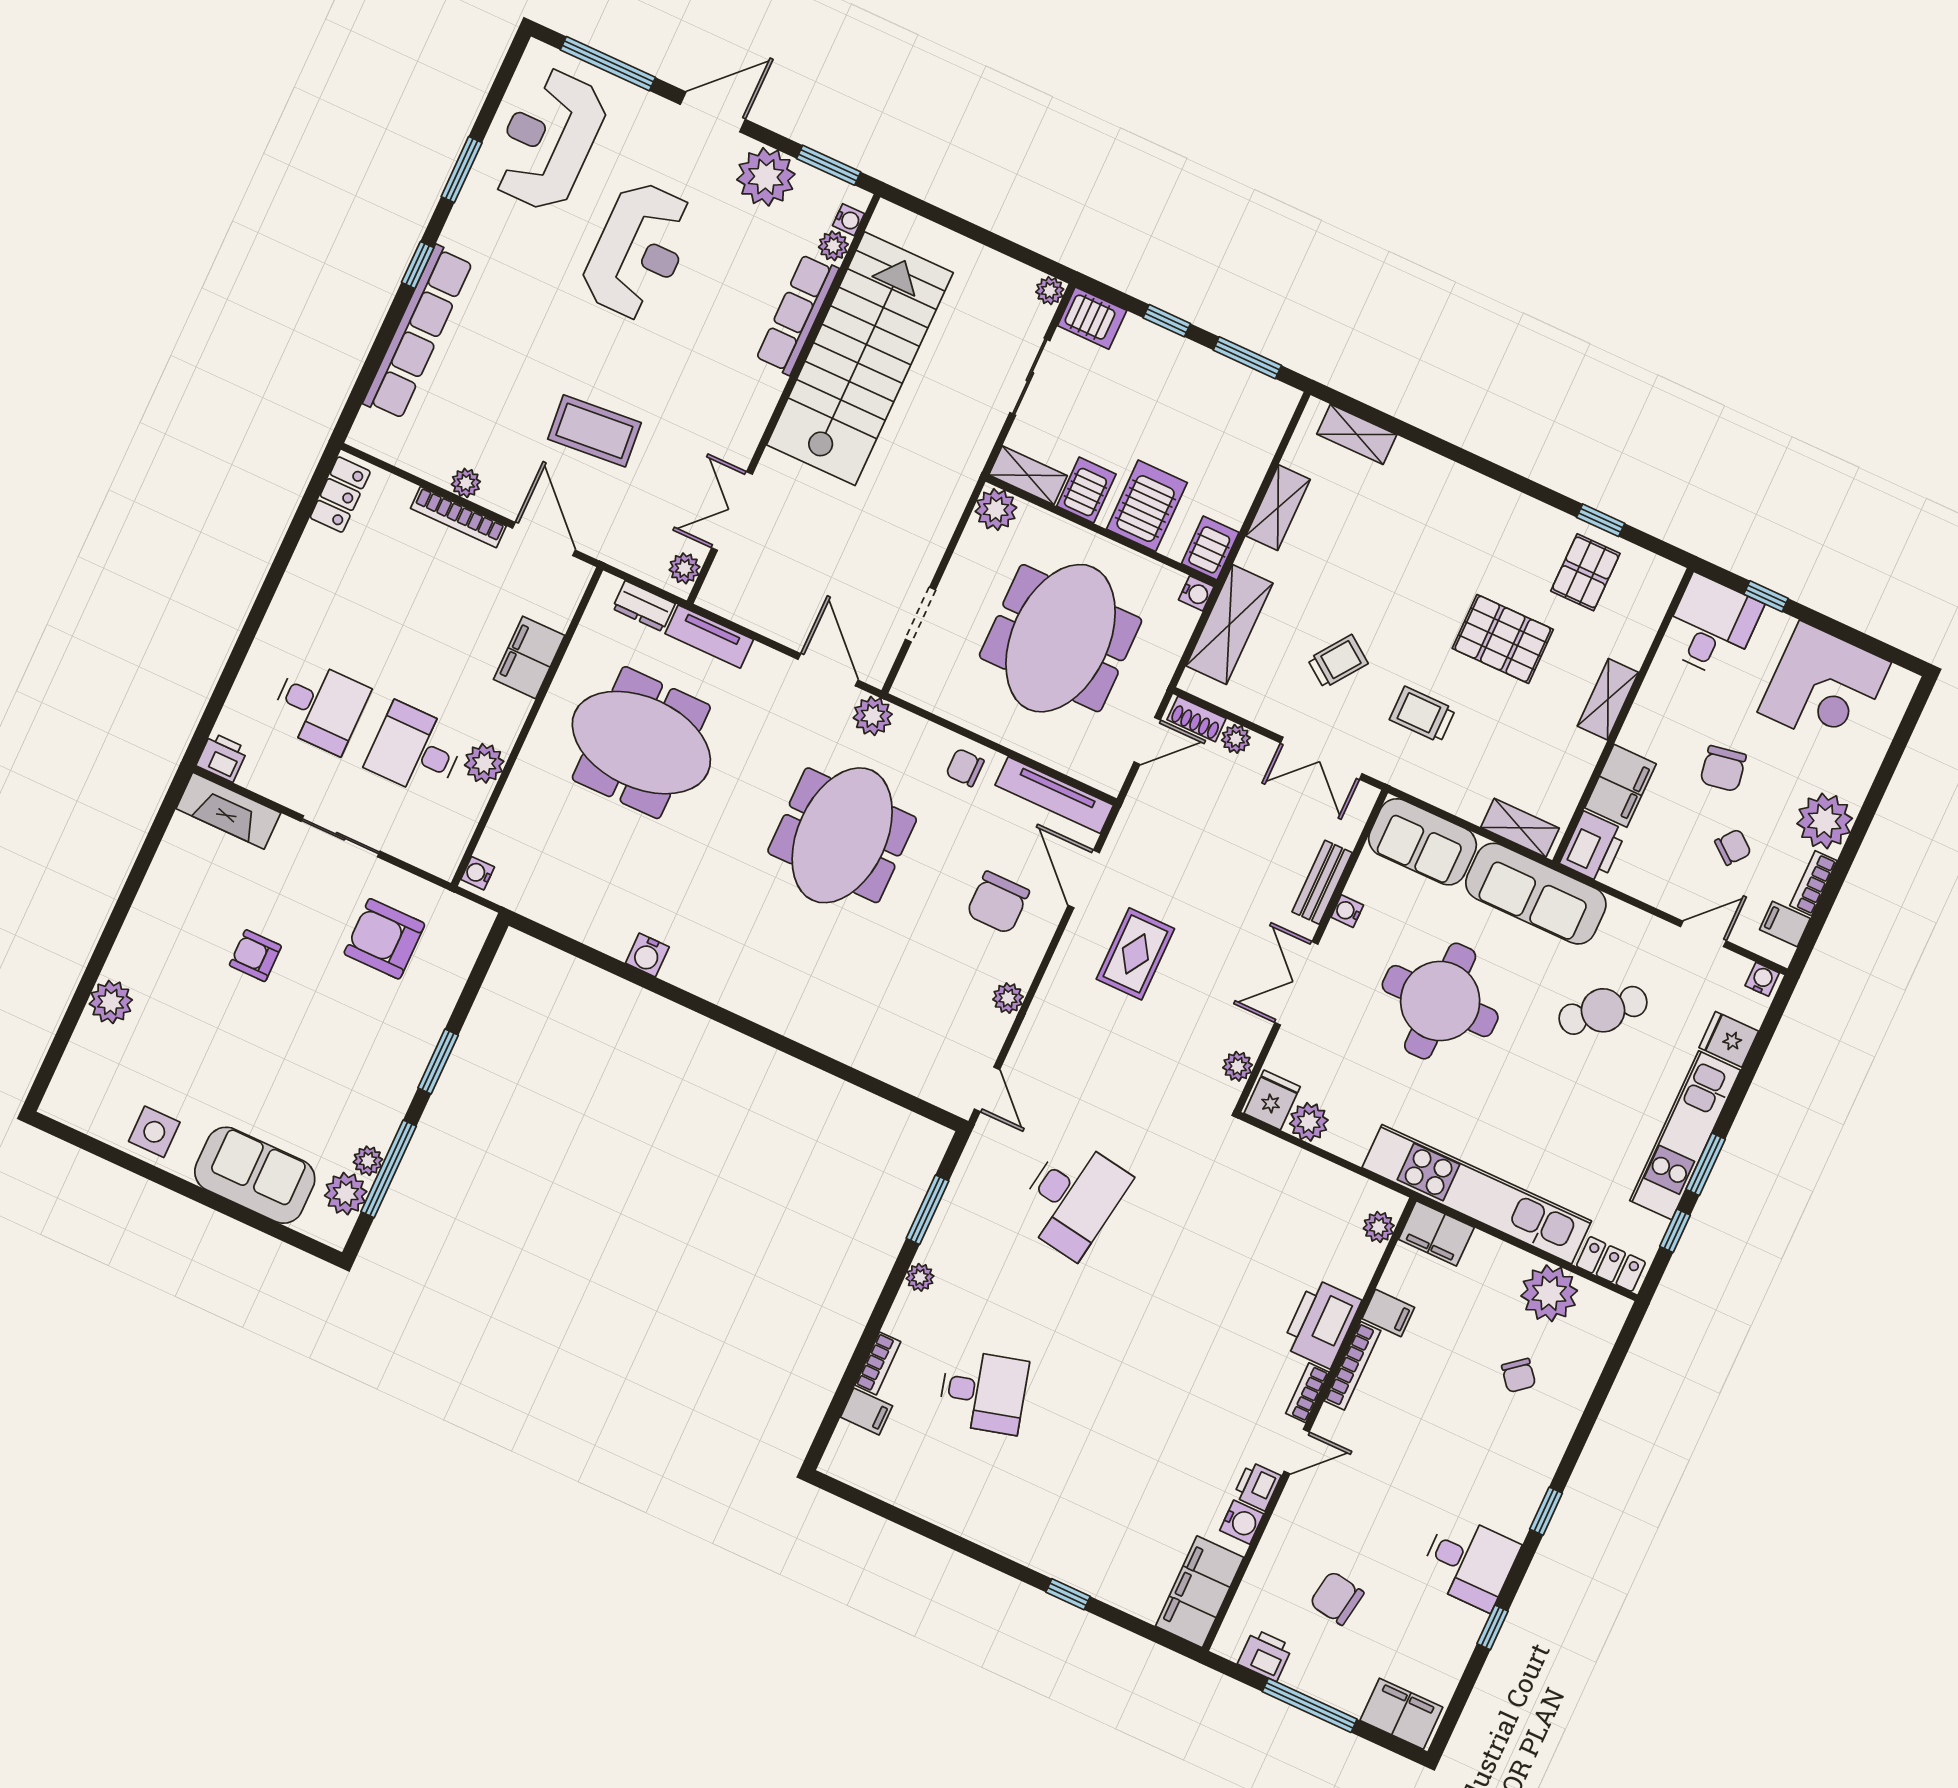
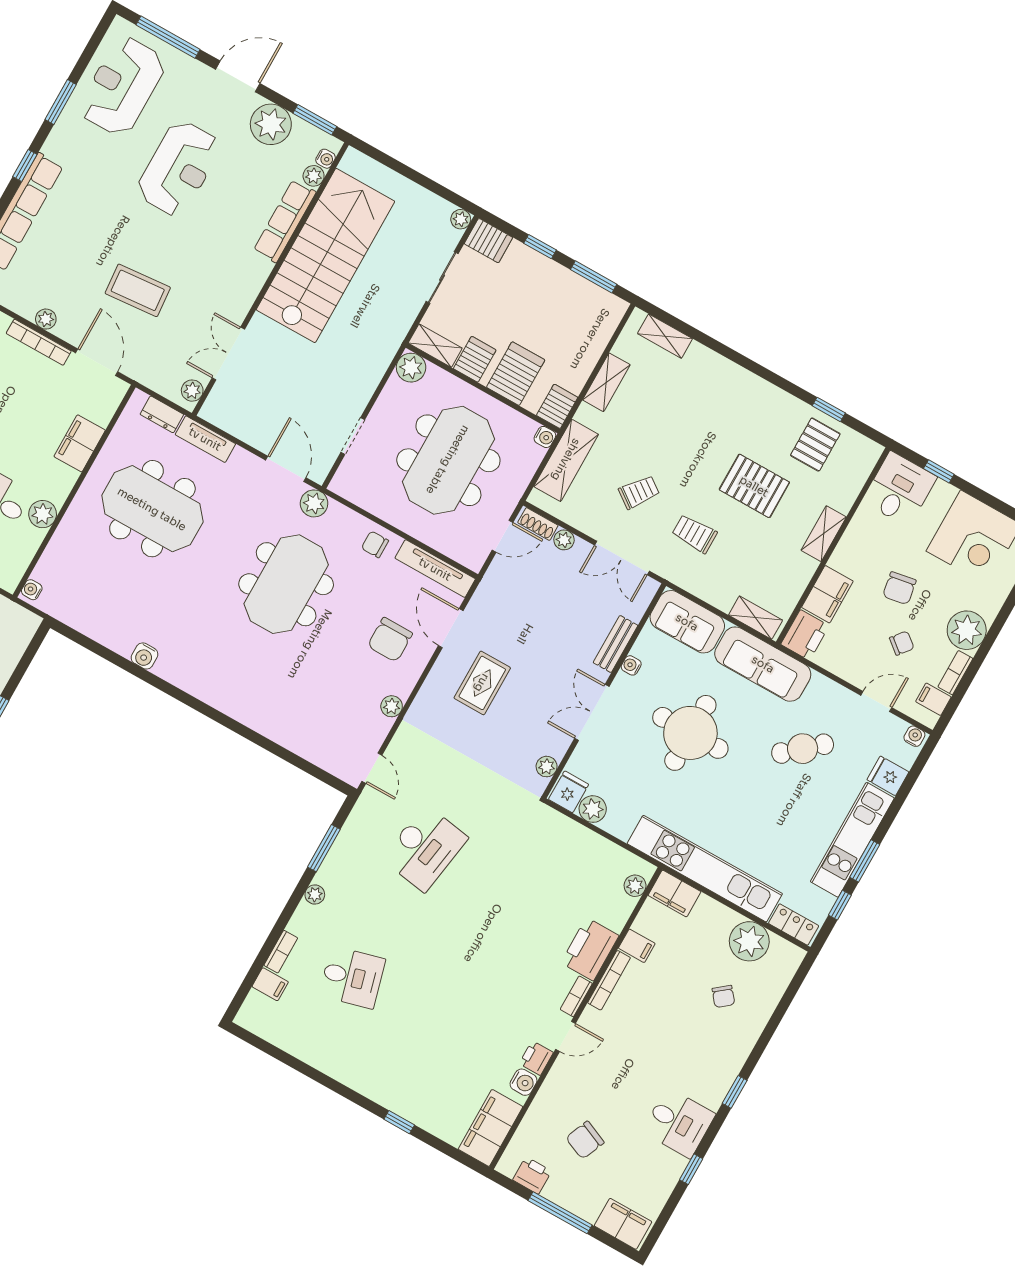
chair: (1337, 1598) -> (585, 1140), turned -76

